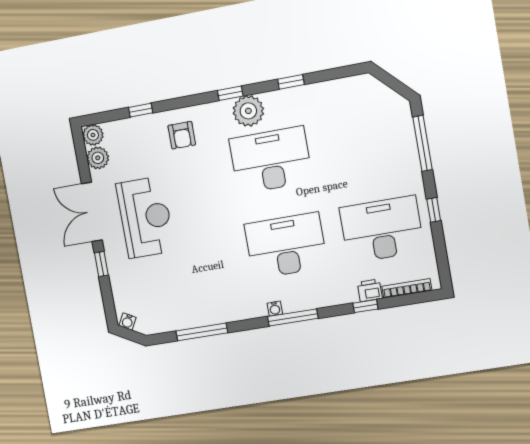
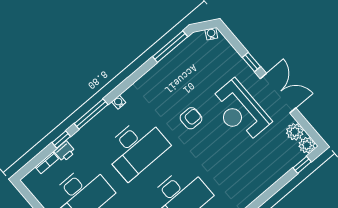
window: (141, 110) -> (302, 165), moved
armchair: (182, 135) -> (191, 118), moved, turned 90
bookcase: (407, 288) -> (47, 163), width x0.64
window: (293, 317) -> (91, 114), moved
window: (202, 332) -> (170, 47), moved

